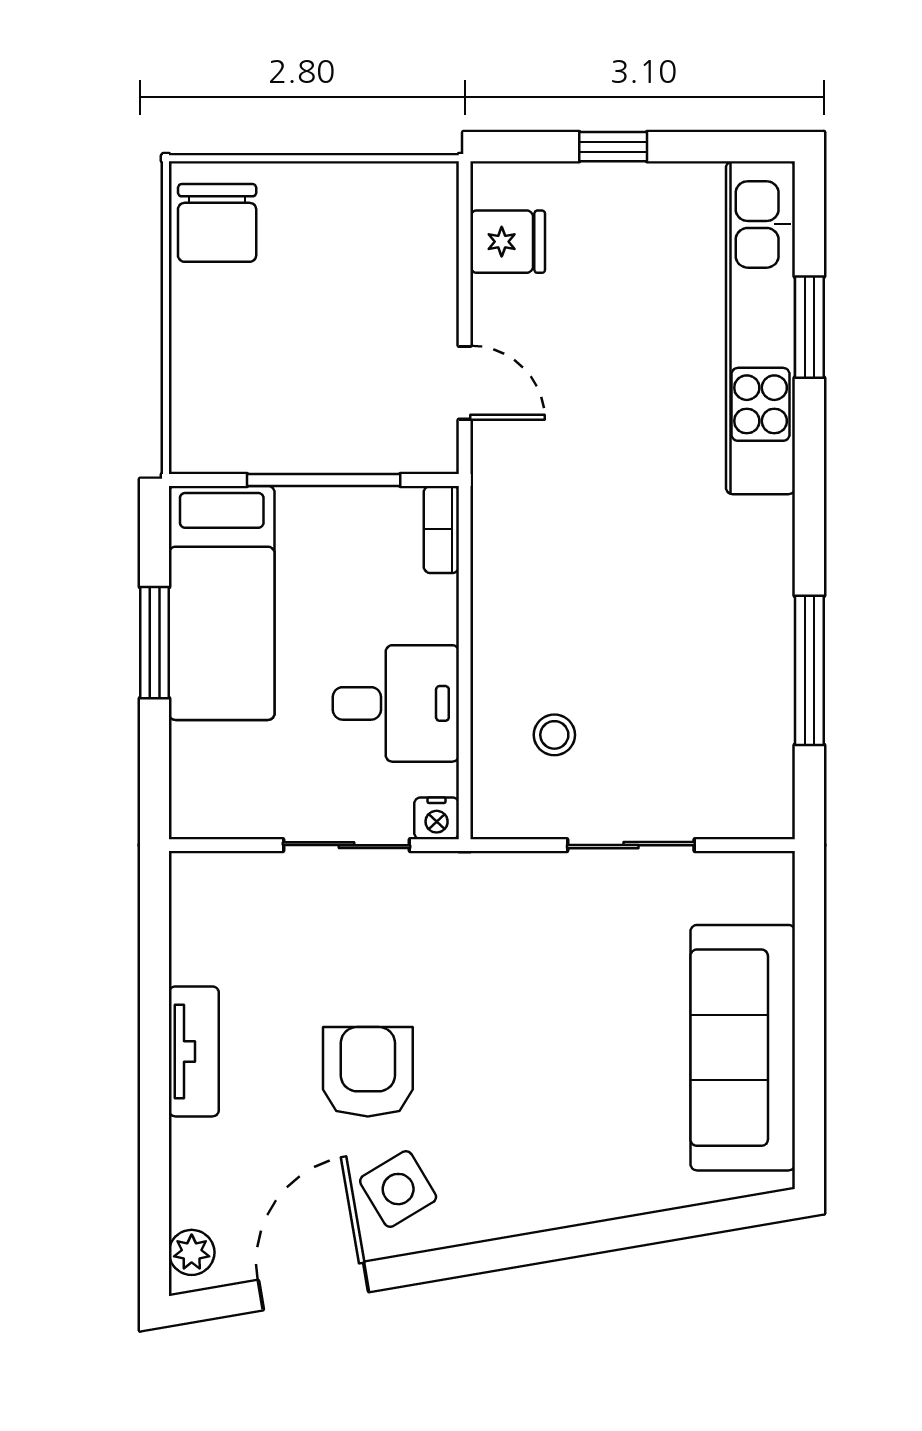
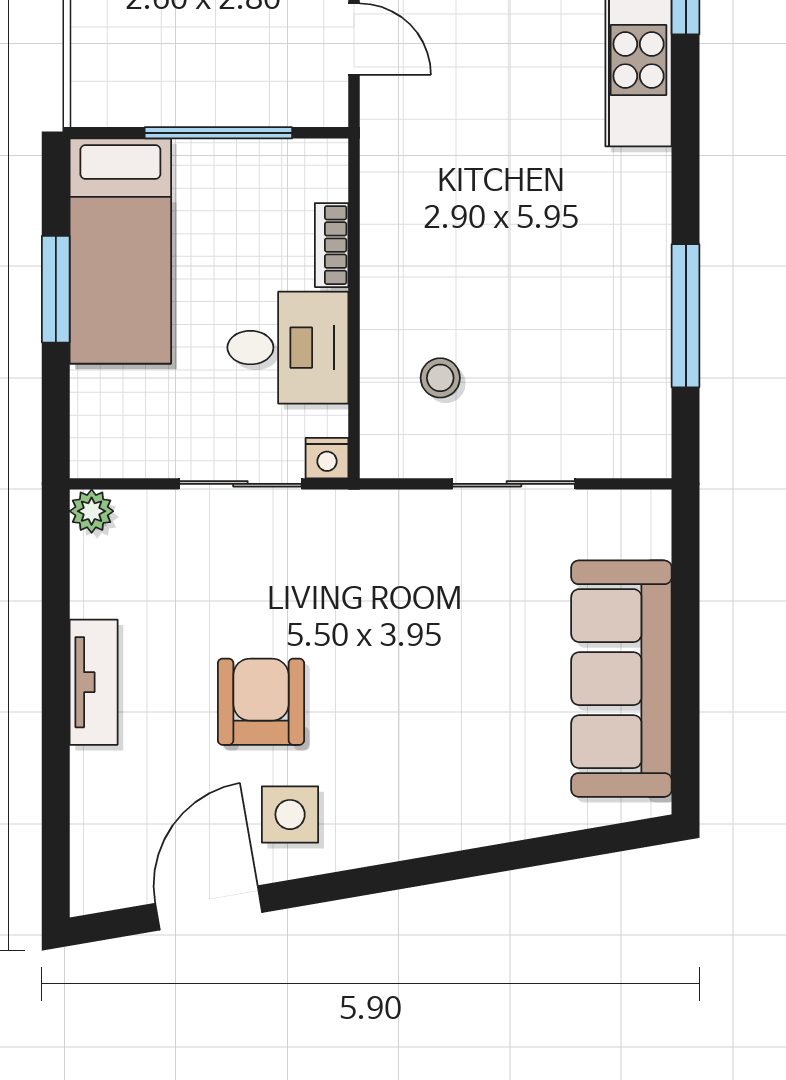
bookcase: (441, 529) -> (332, 245), moved
side table: (398, 1189) -> (290, 815), turned 31
plant: (192, 1252) -> (92, 511), moved

